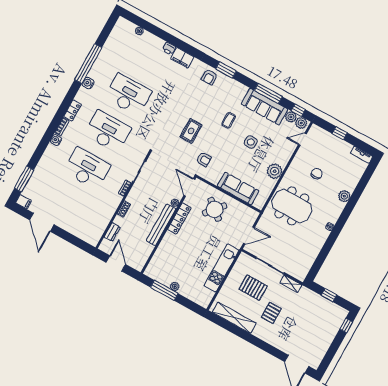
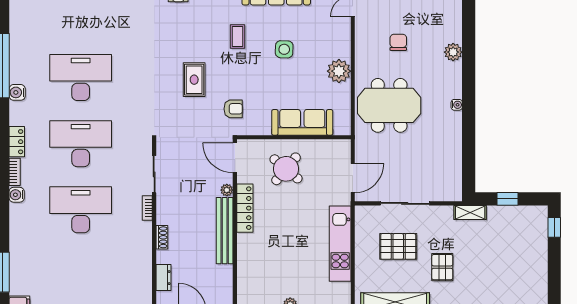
shelving: (291, 284) -> (470, 213), moved

